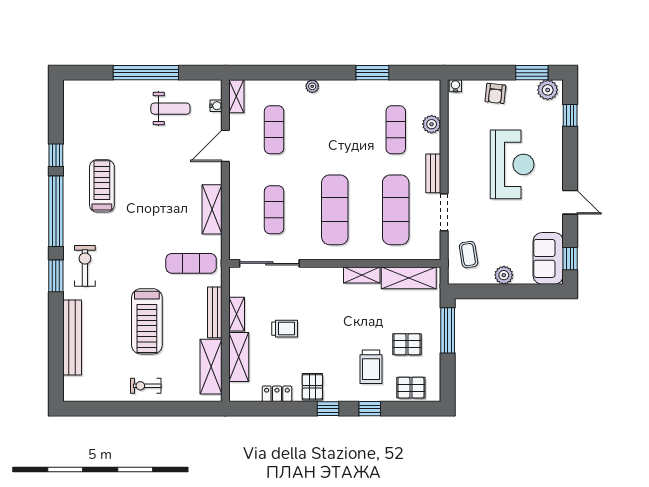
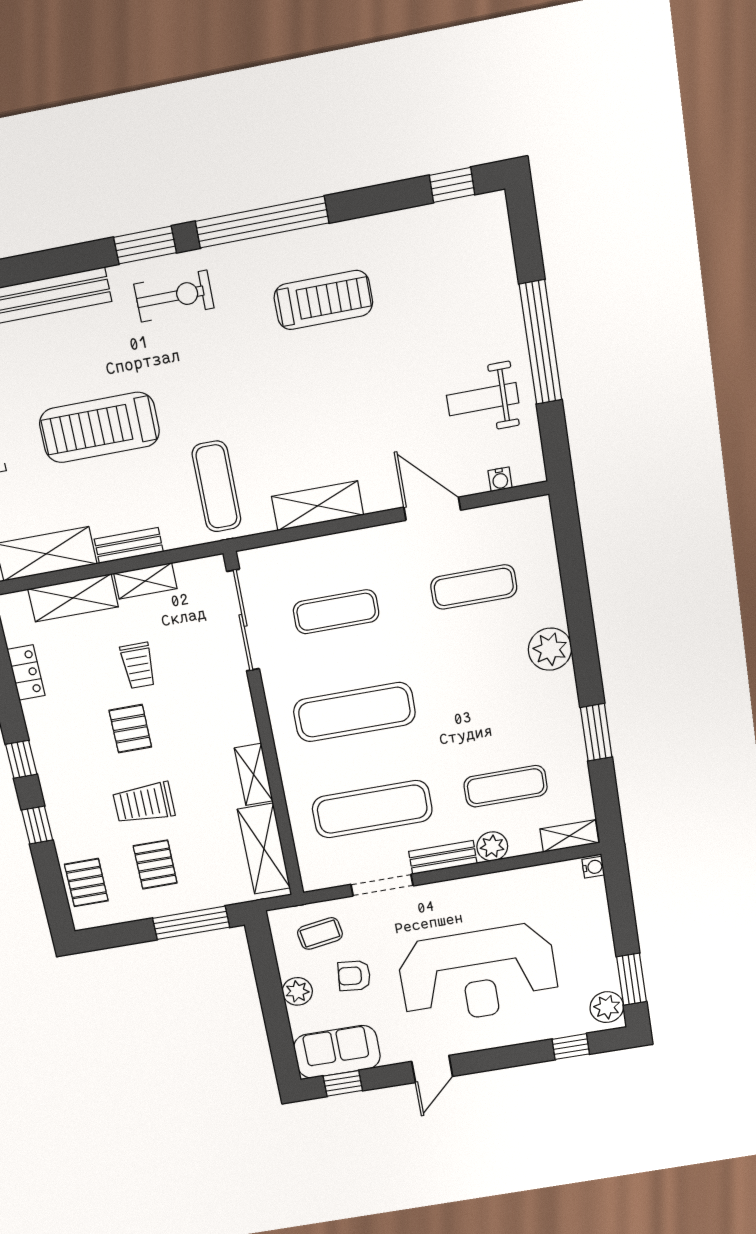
plant: (312, 86) -> (550, 649), width x1.87, depth x1.87
armchair: (495, 93) -> (354, 976), moved
shelving: (236, 96) -> (569, 836), moved
weight bench: (170, 109) -> (483, 399), turned 90
plant: (432, 124) -> (492, 846), moved
window: (56, 155) -> (452, 185), moved
reception desk: (512, 164) -> (478, 974), width x1.36, depth x1.30
bench: (215, 312) -> (129, 545), width x0.73
trolley: (371, 367) -> (144, 803), moved
pallet: (312, 387) -> (130, 729), moved, turned 90

